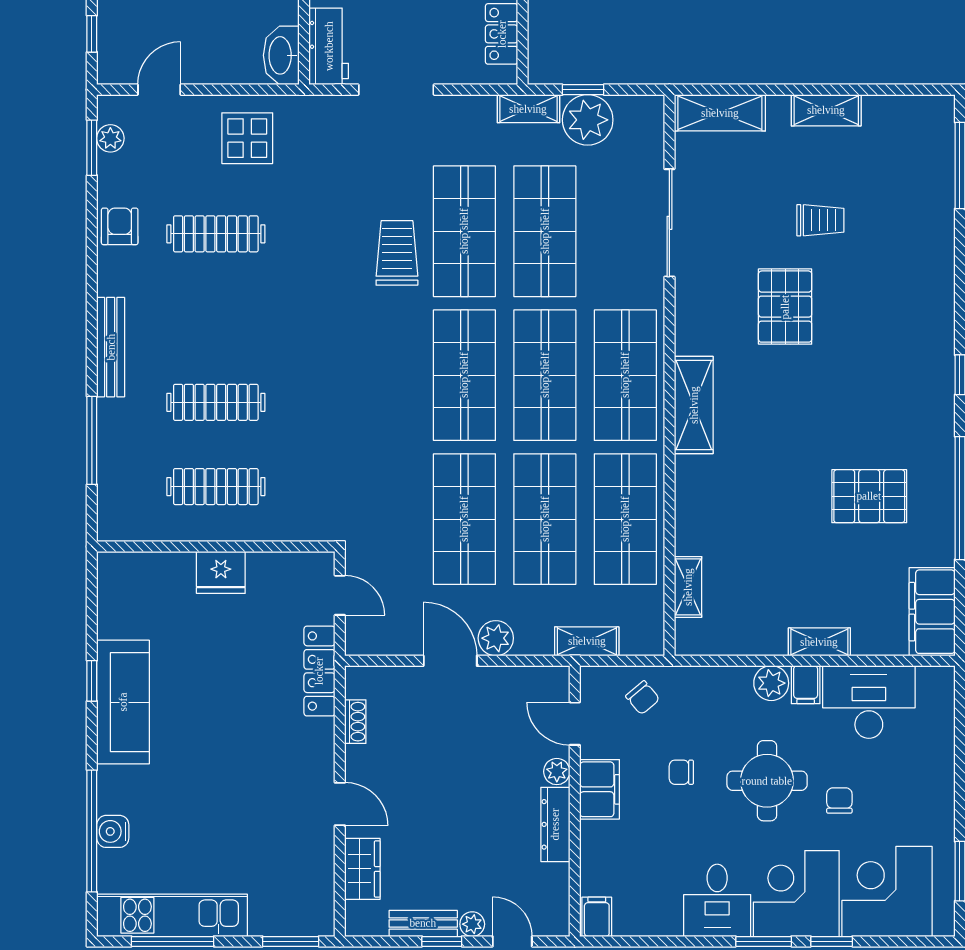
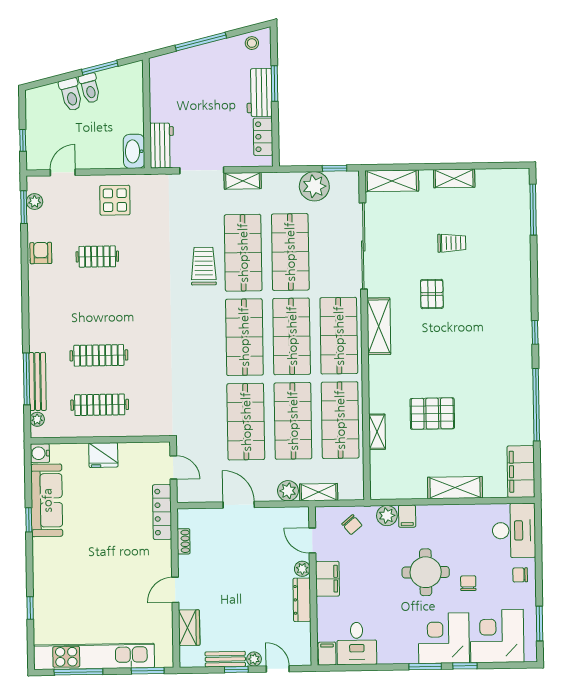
window: (583, 90) -> (335, 168), moved
shelving: (528, 109) -> (243, 181), moved
sliding door: (669, 223) -> (363, 246), width x1.36
clothes rail: (216, 234) -> (97, 257), width x0.73
pallet: (785, 307) -> (432, 294), width x0.67, depth x0.71
bench: (111, 347) -> (38, 381), moved
shelving: (694, 405) -> (379, 326), moved
pallet: (869, 496) -> (432, 414), moved
plant: (109, 510) -> (37, 419), added
shelving: (688, 587) -> (377, 432), moved
plant: (496, 638) -> (288, 491), moved
shelving: (819, 642) -> (455, 488), width x1.50, depth x1.33
plant: (771, 683) -> (387, 516), moved
filing cabinet: (806, 685) -> (407, 516), moved
sofa: (123, 702) -> (47, 500), moved
desk: (869, 702) -> (514, 530), moved, turned 90
chair: (681, 772) -> (520, 575), moved
door: (340, 804) -> (175, 590), swing flipped
window: (92, 831) -> (30, 608), width x0.32
water cooler: (113, 831) -> (40, 453), moved
desk: (717, 900) -> (357, 643), moved
kitchen unit: (172, 915) -> (94, 656), width x1.36

